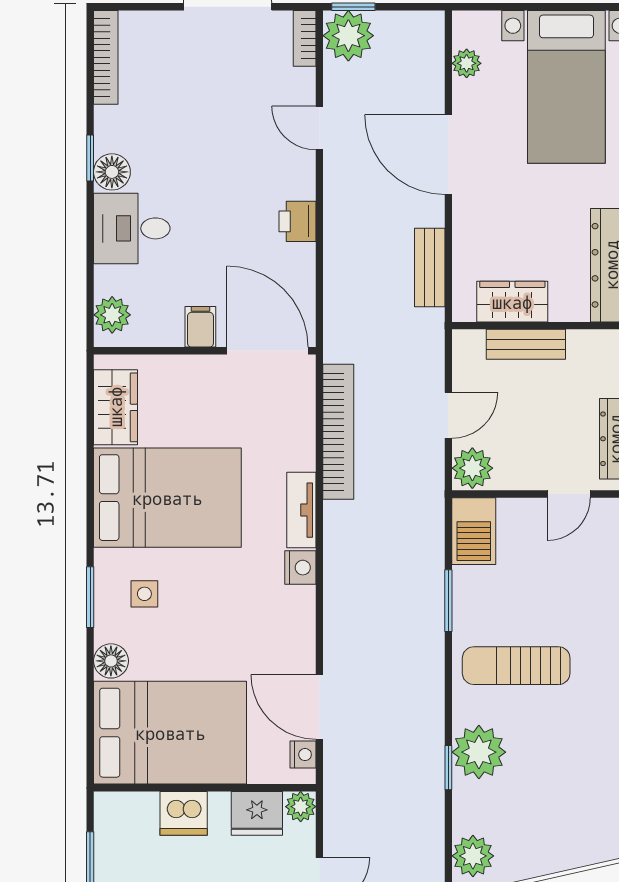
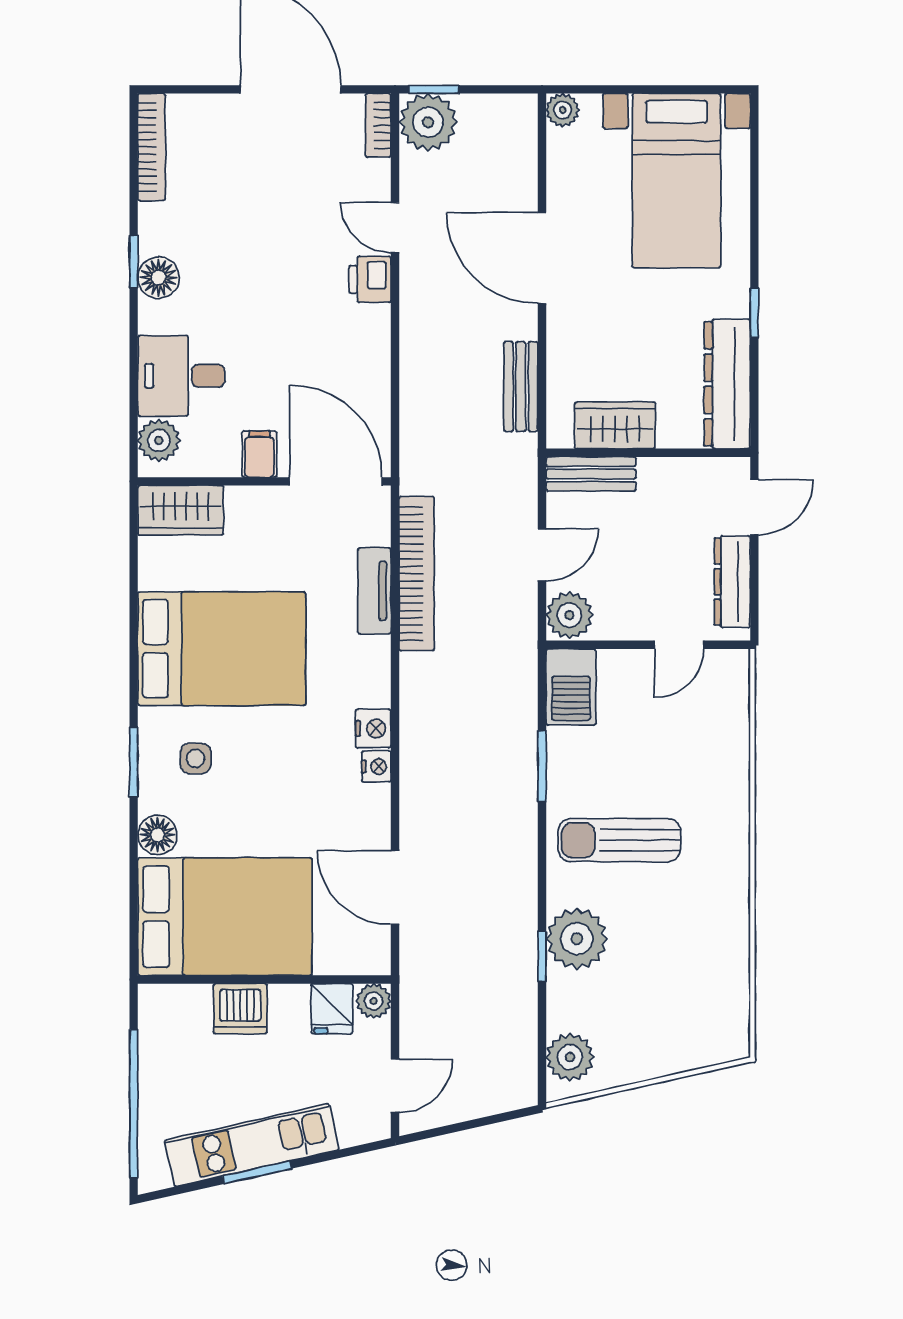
plant: (467, 63) -> (563, 110), moved
printer: (297, 221) -> (370, 279), moved
desk: (132, 228) -> (181, 376), moved
bench: (526, 344) -> (591, 474), moved
wardrobe: (115, 407) -> (181, 510), moved, turned 90
tv unit: (301, 510) -> (374, 591), moved
nightstand: (303, 755) -> (376, 766), moved
fridge: (257, 813) -> (332, 1009), width x0.72

